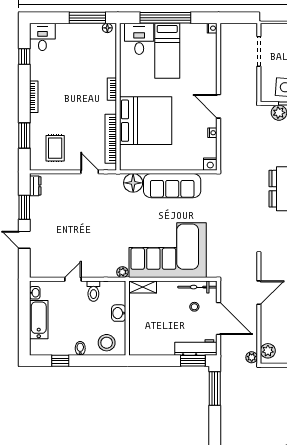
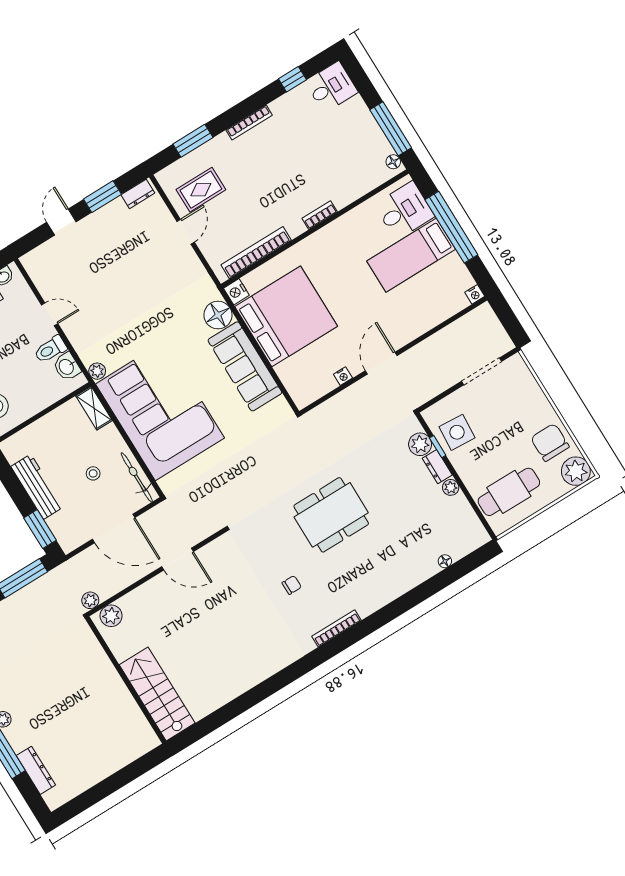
bed: (146, 121) -> (286, 316), moved, turned -90
nightstand: (210, 164) -> (236, 292), moved
door: (90, 172) -> (186, 232), moved
stool: (194, 307) -> (93, 473), moved
washbasin: (119, 313) -> (67, 367), moved, turned -90
door: (219, 318) -> (114, 528), hinge flipped
workbench: (196, 348) -> (37, 487), moved

